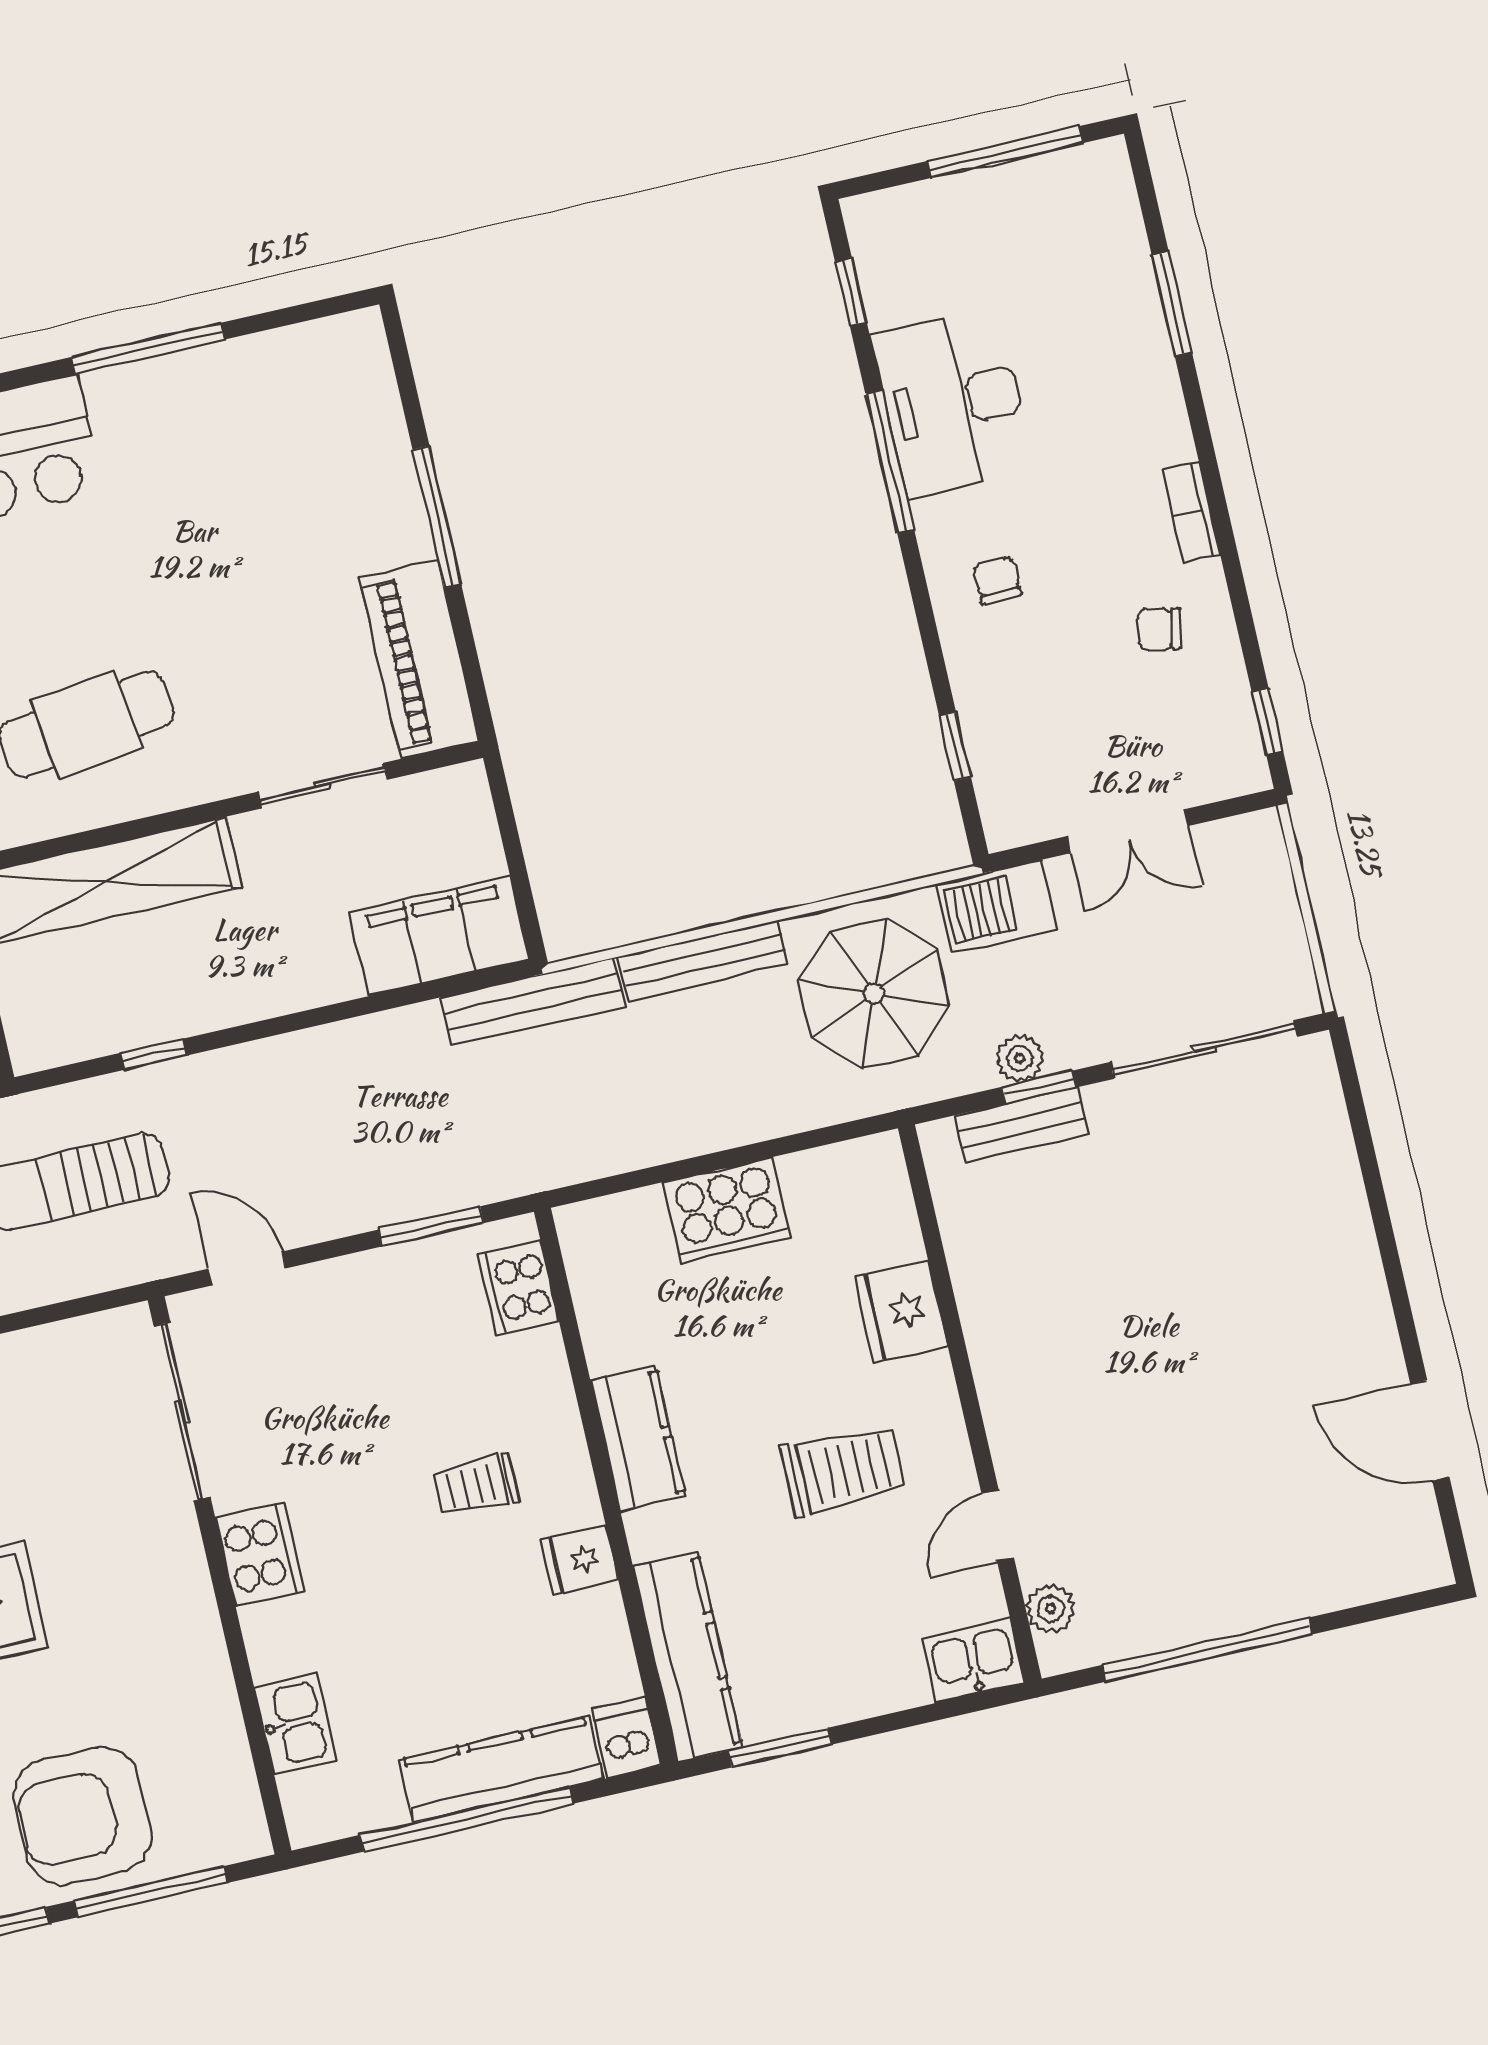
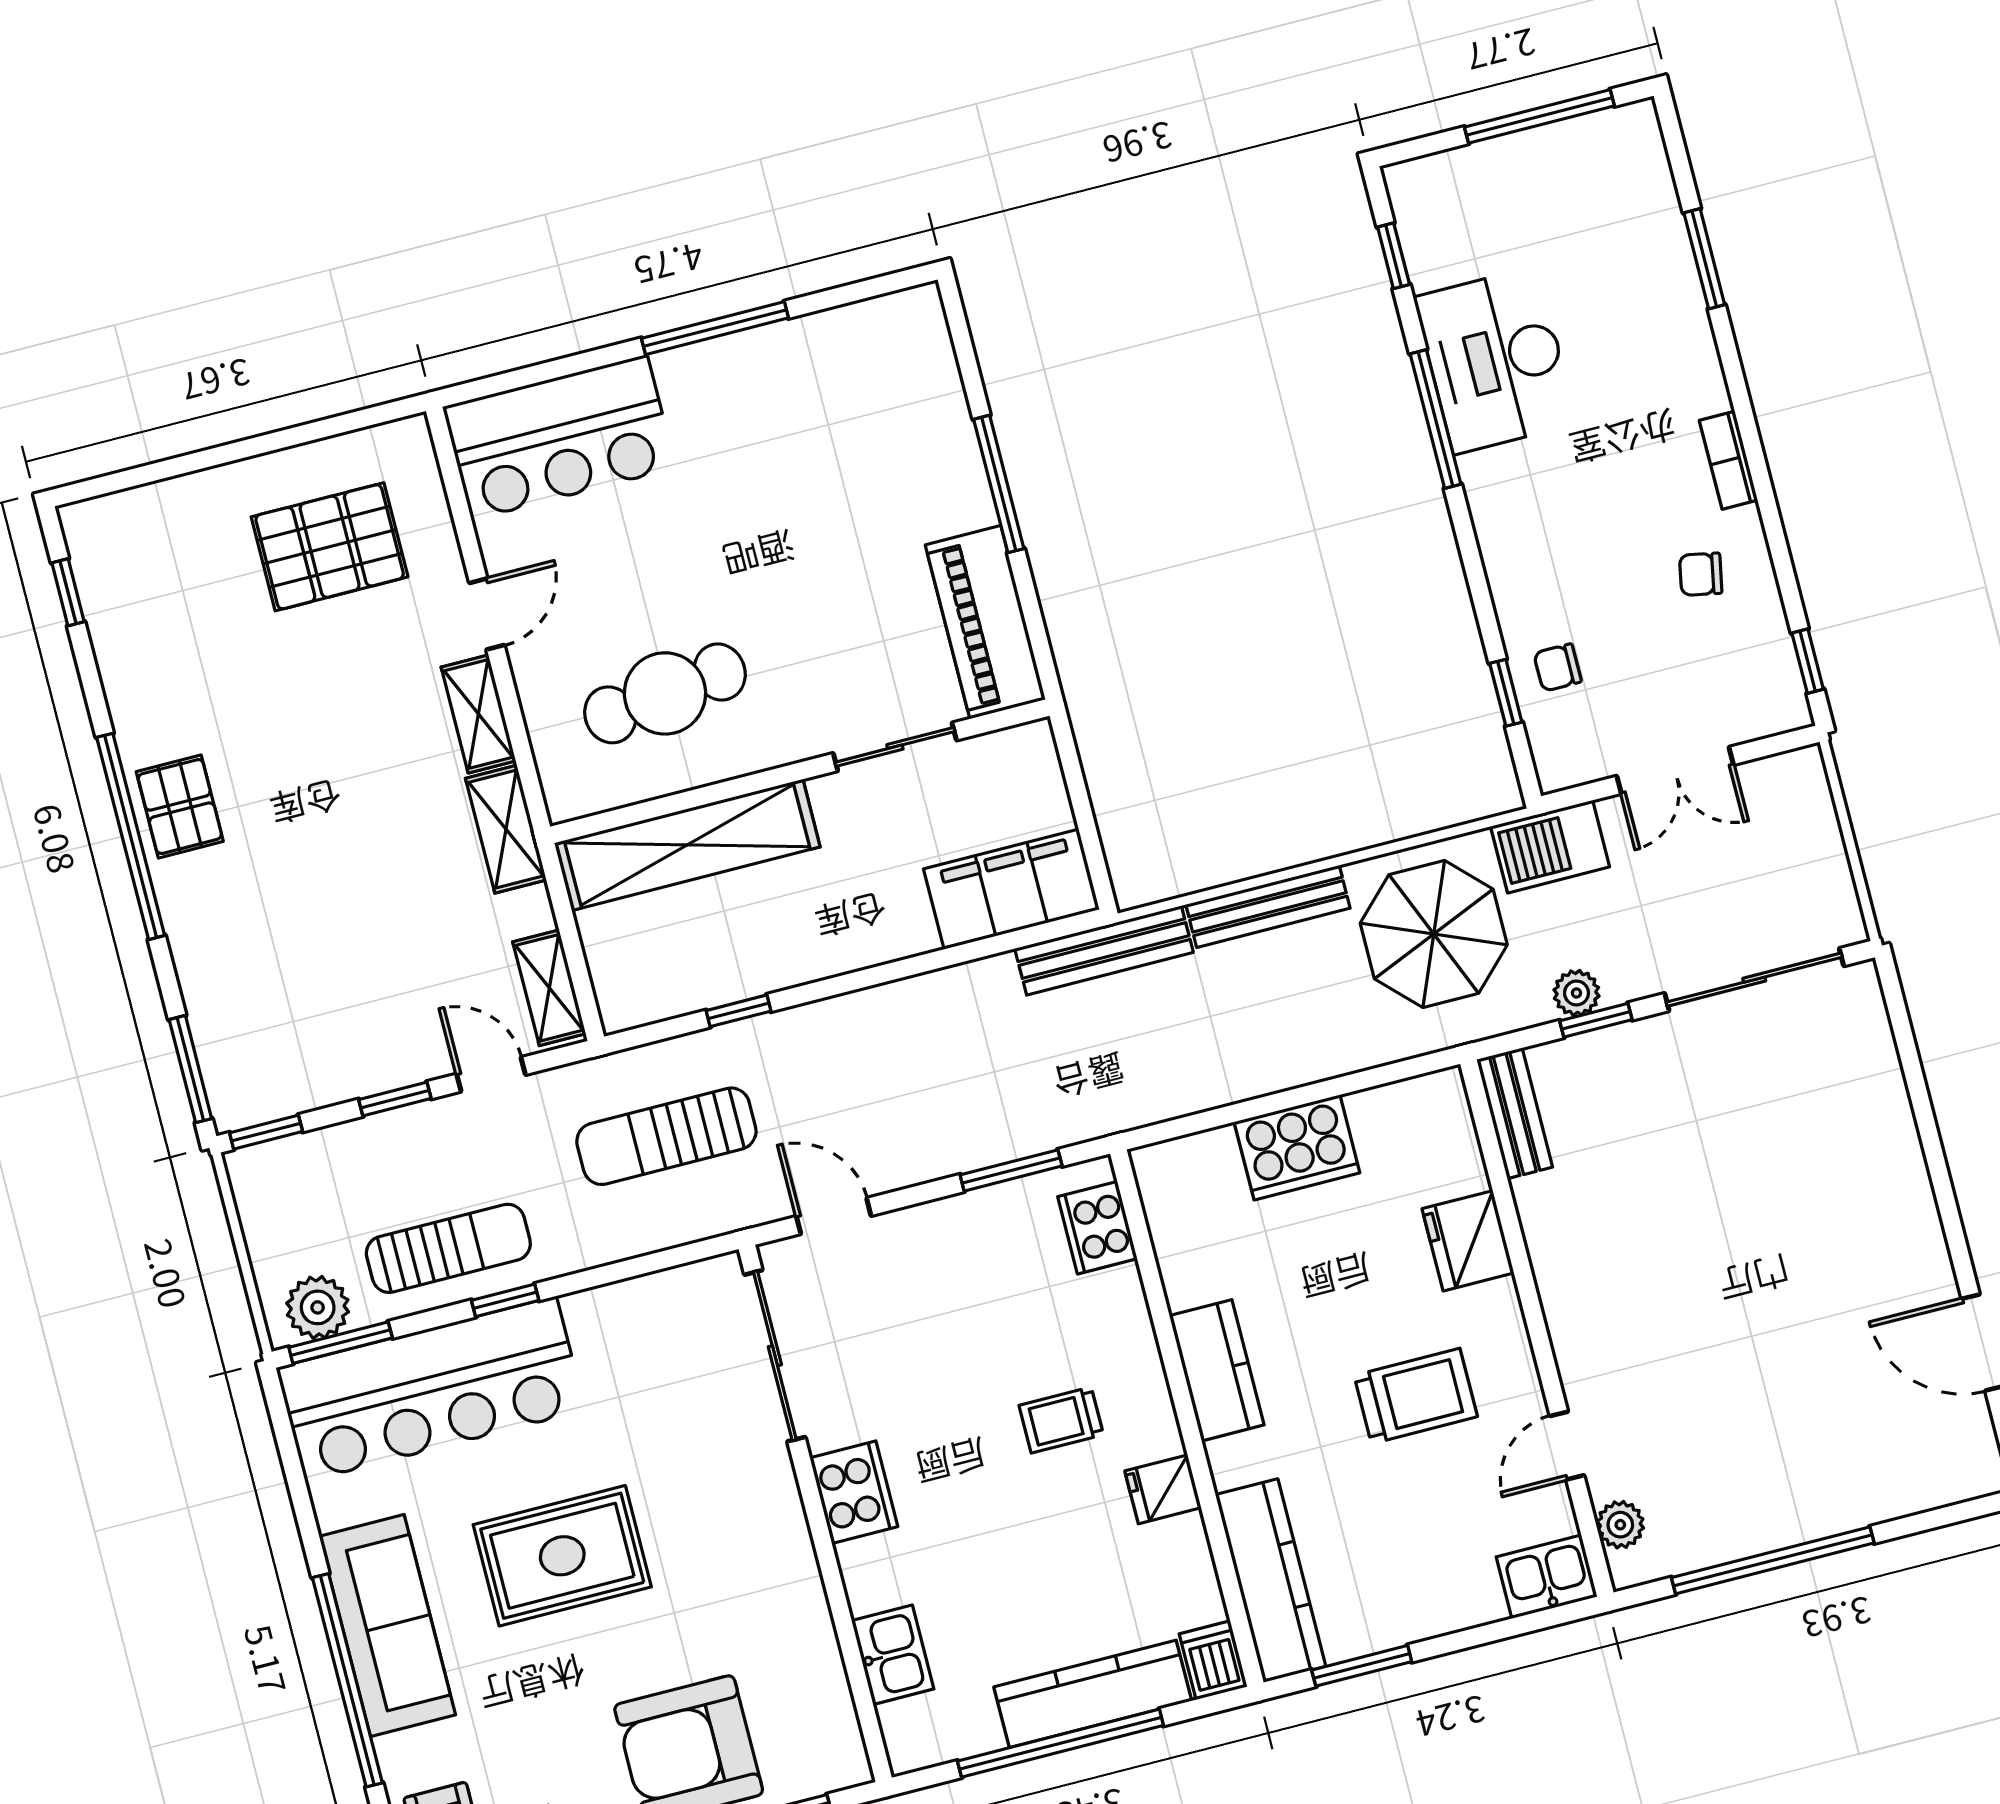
chair: (997, 580) -> (1558, 667), moved, turned -90
bench: (1021, 1125) -> (1515, 1113), moved, turned 90

